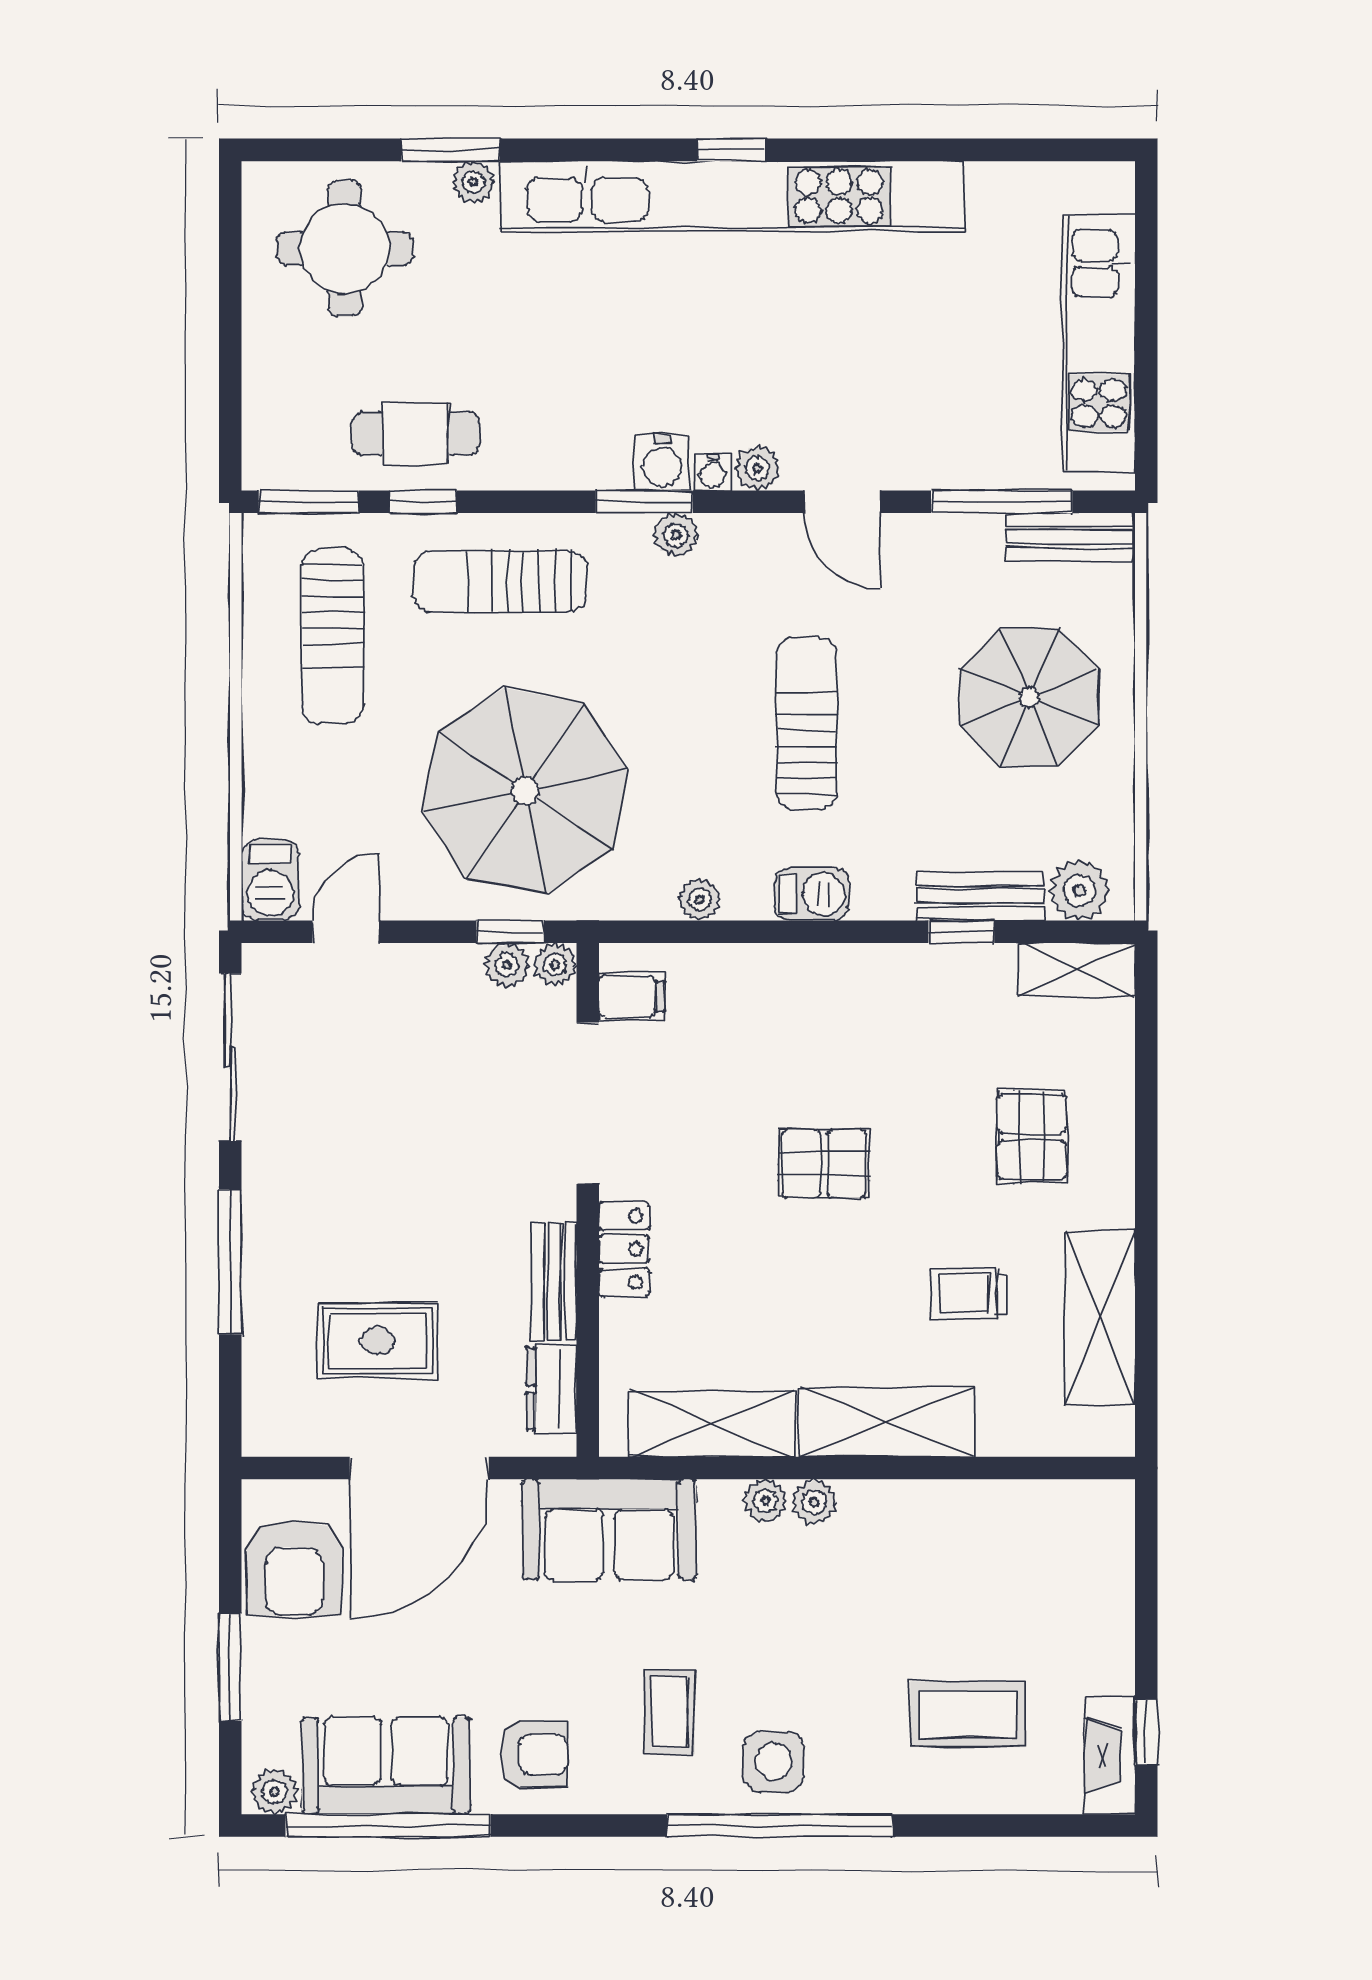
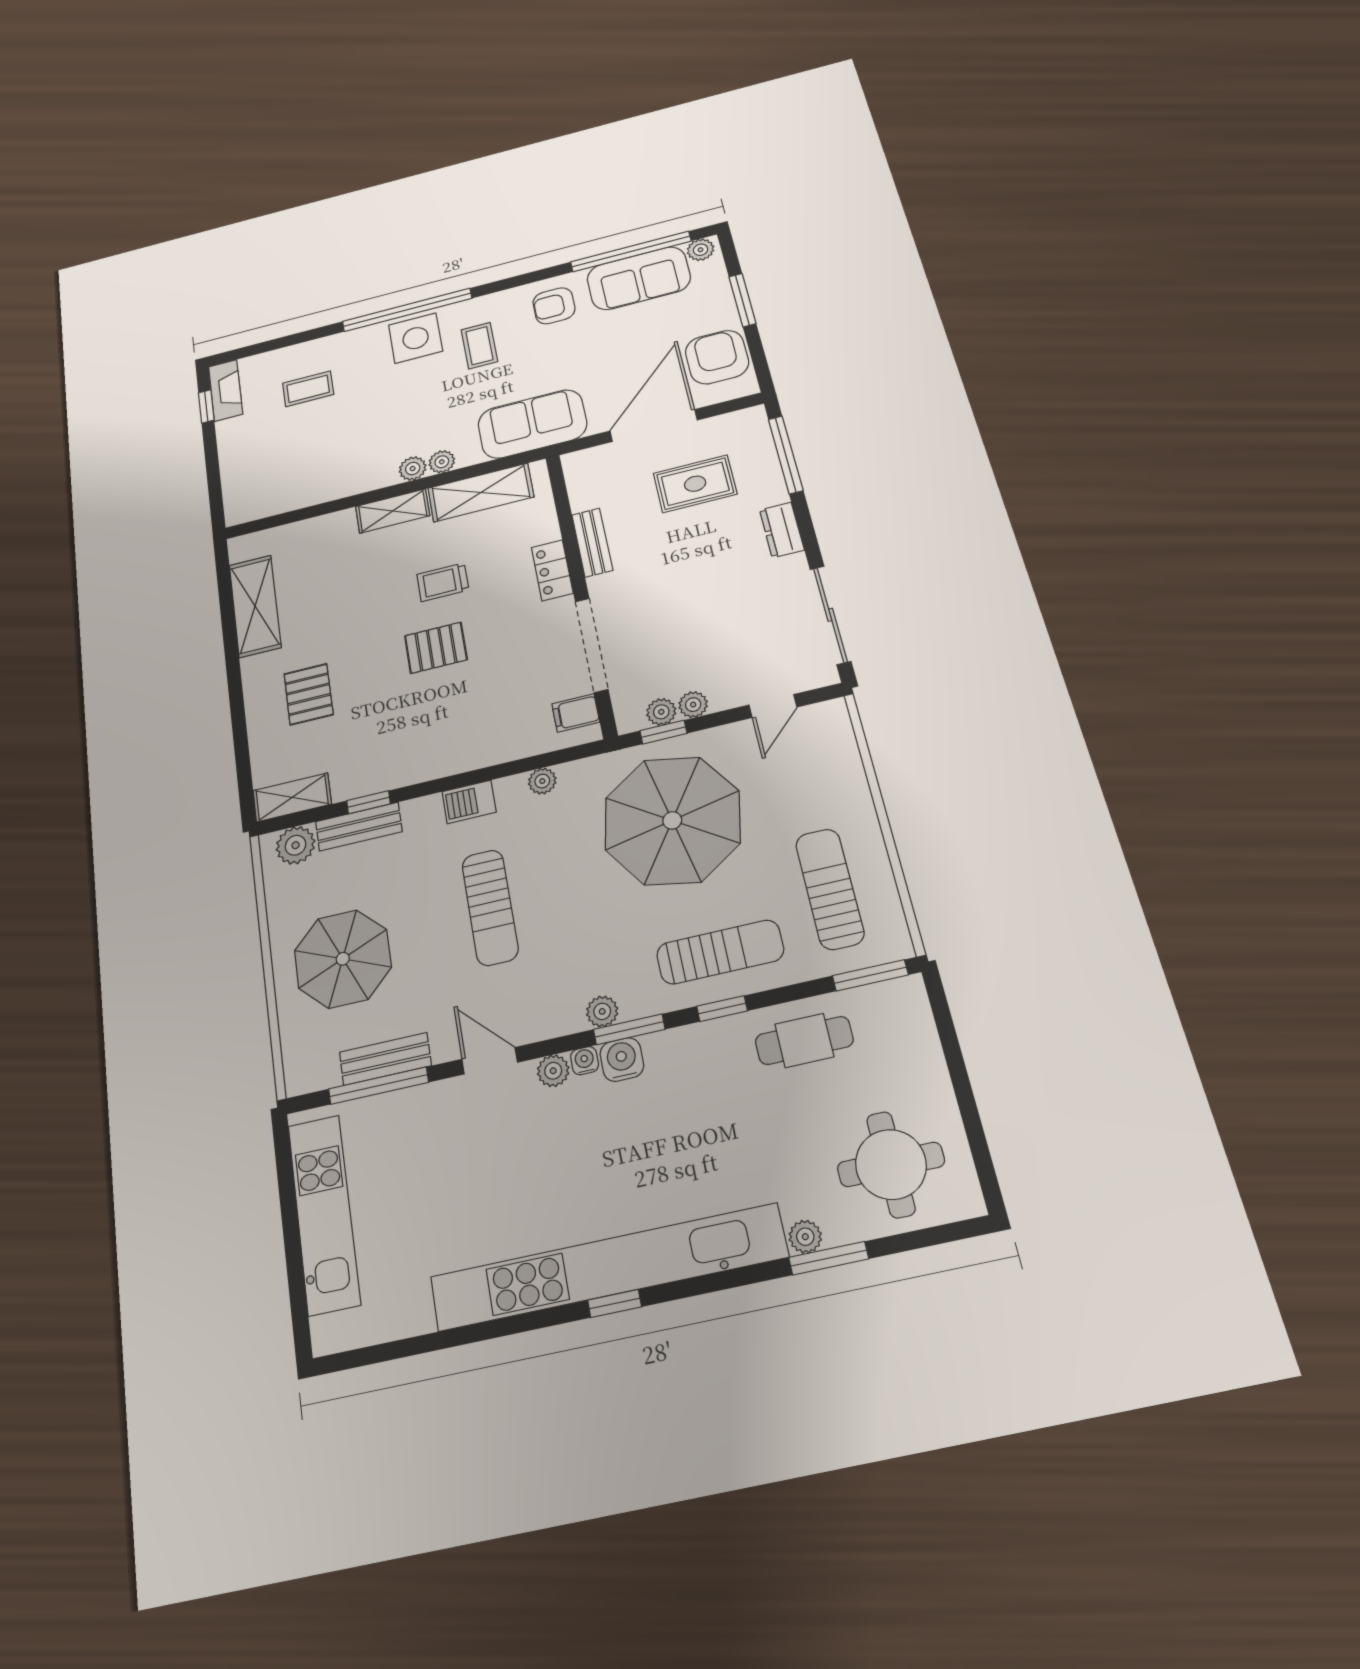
window: (423, 502) -> (722, 1009), moved
bench: (1069, 537) -> (385, 1059), moved
barbecue: (270, 880) -> (832, 725), removed
plant: (555, 965) -> (693, 705), moved
window: (230, 1262) -> (786, 455), moved
trolley: (969, 1294) -> (443, 582), moved, turned 180
dresser: (551, 1389) -> (782, 530), moved, turned 180
shelving: (887, 1422) -> (393, 511), width x0.67, depth x0.75
coffee table: (968, 1714) -> (308, 389), width x0.73, depth x0.77
side table: (773, 1762) -> (416, 338), width x1.37, depth x1.37

